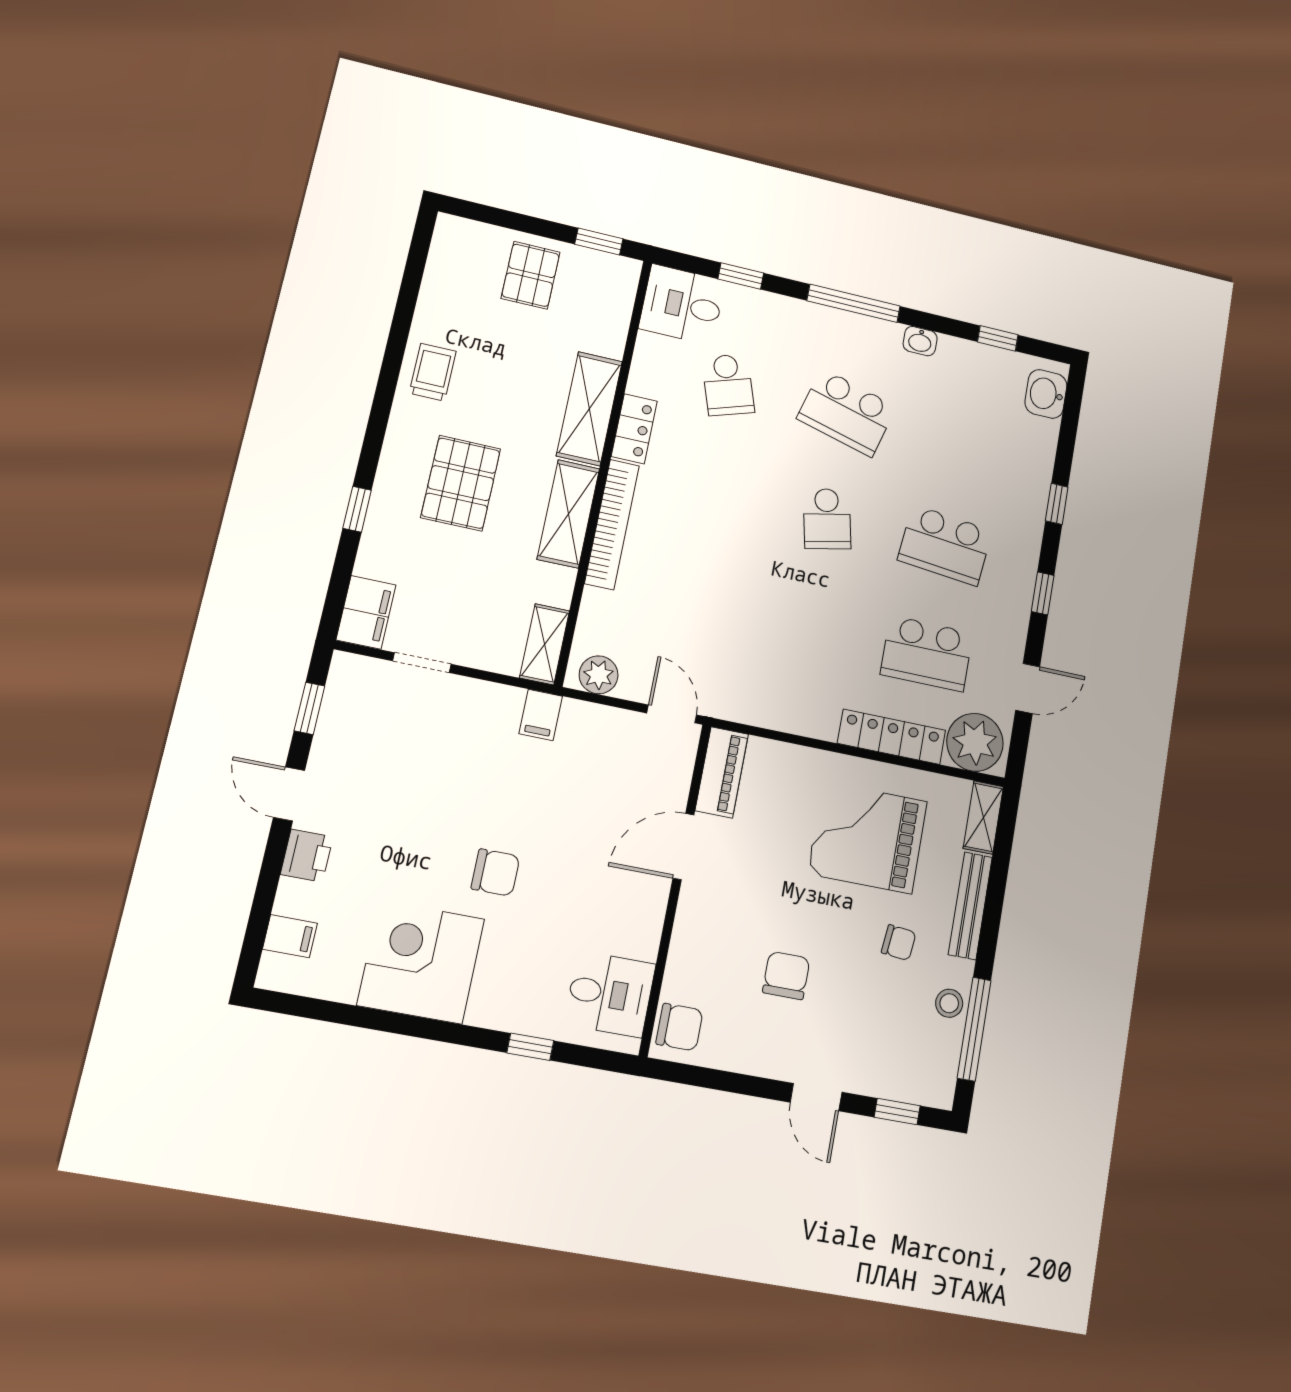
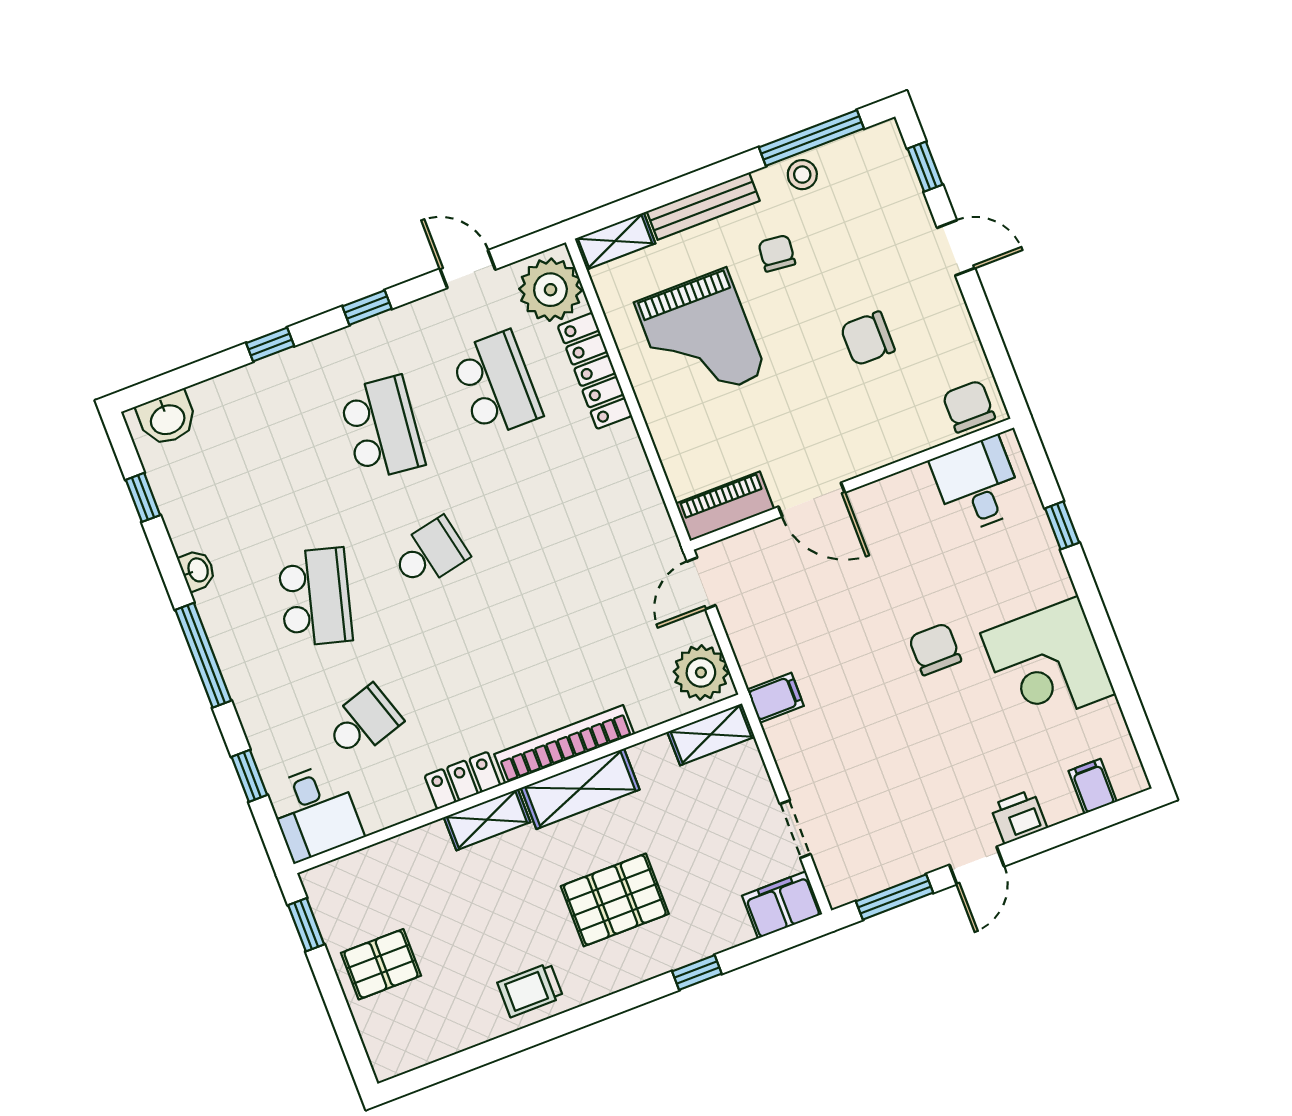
shelving: (589, 409) -> (487, 820), width x0.67, depth x0.75
plant: (599, 675) -> (701, 672), width x1.36, depth x1.36
window: (309, 708) -> (895, 897), width x1.50
door: (816, 1097) -> (956, 248), hinge flipped

